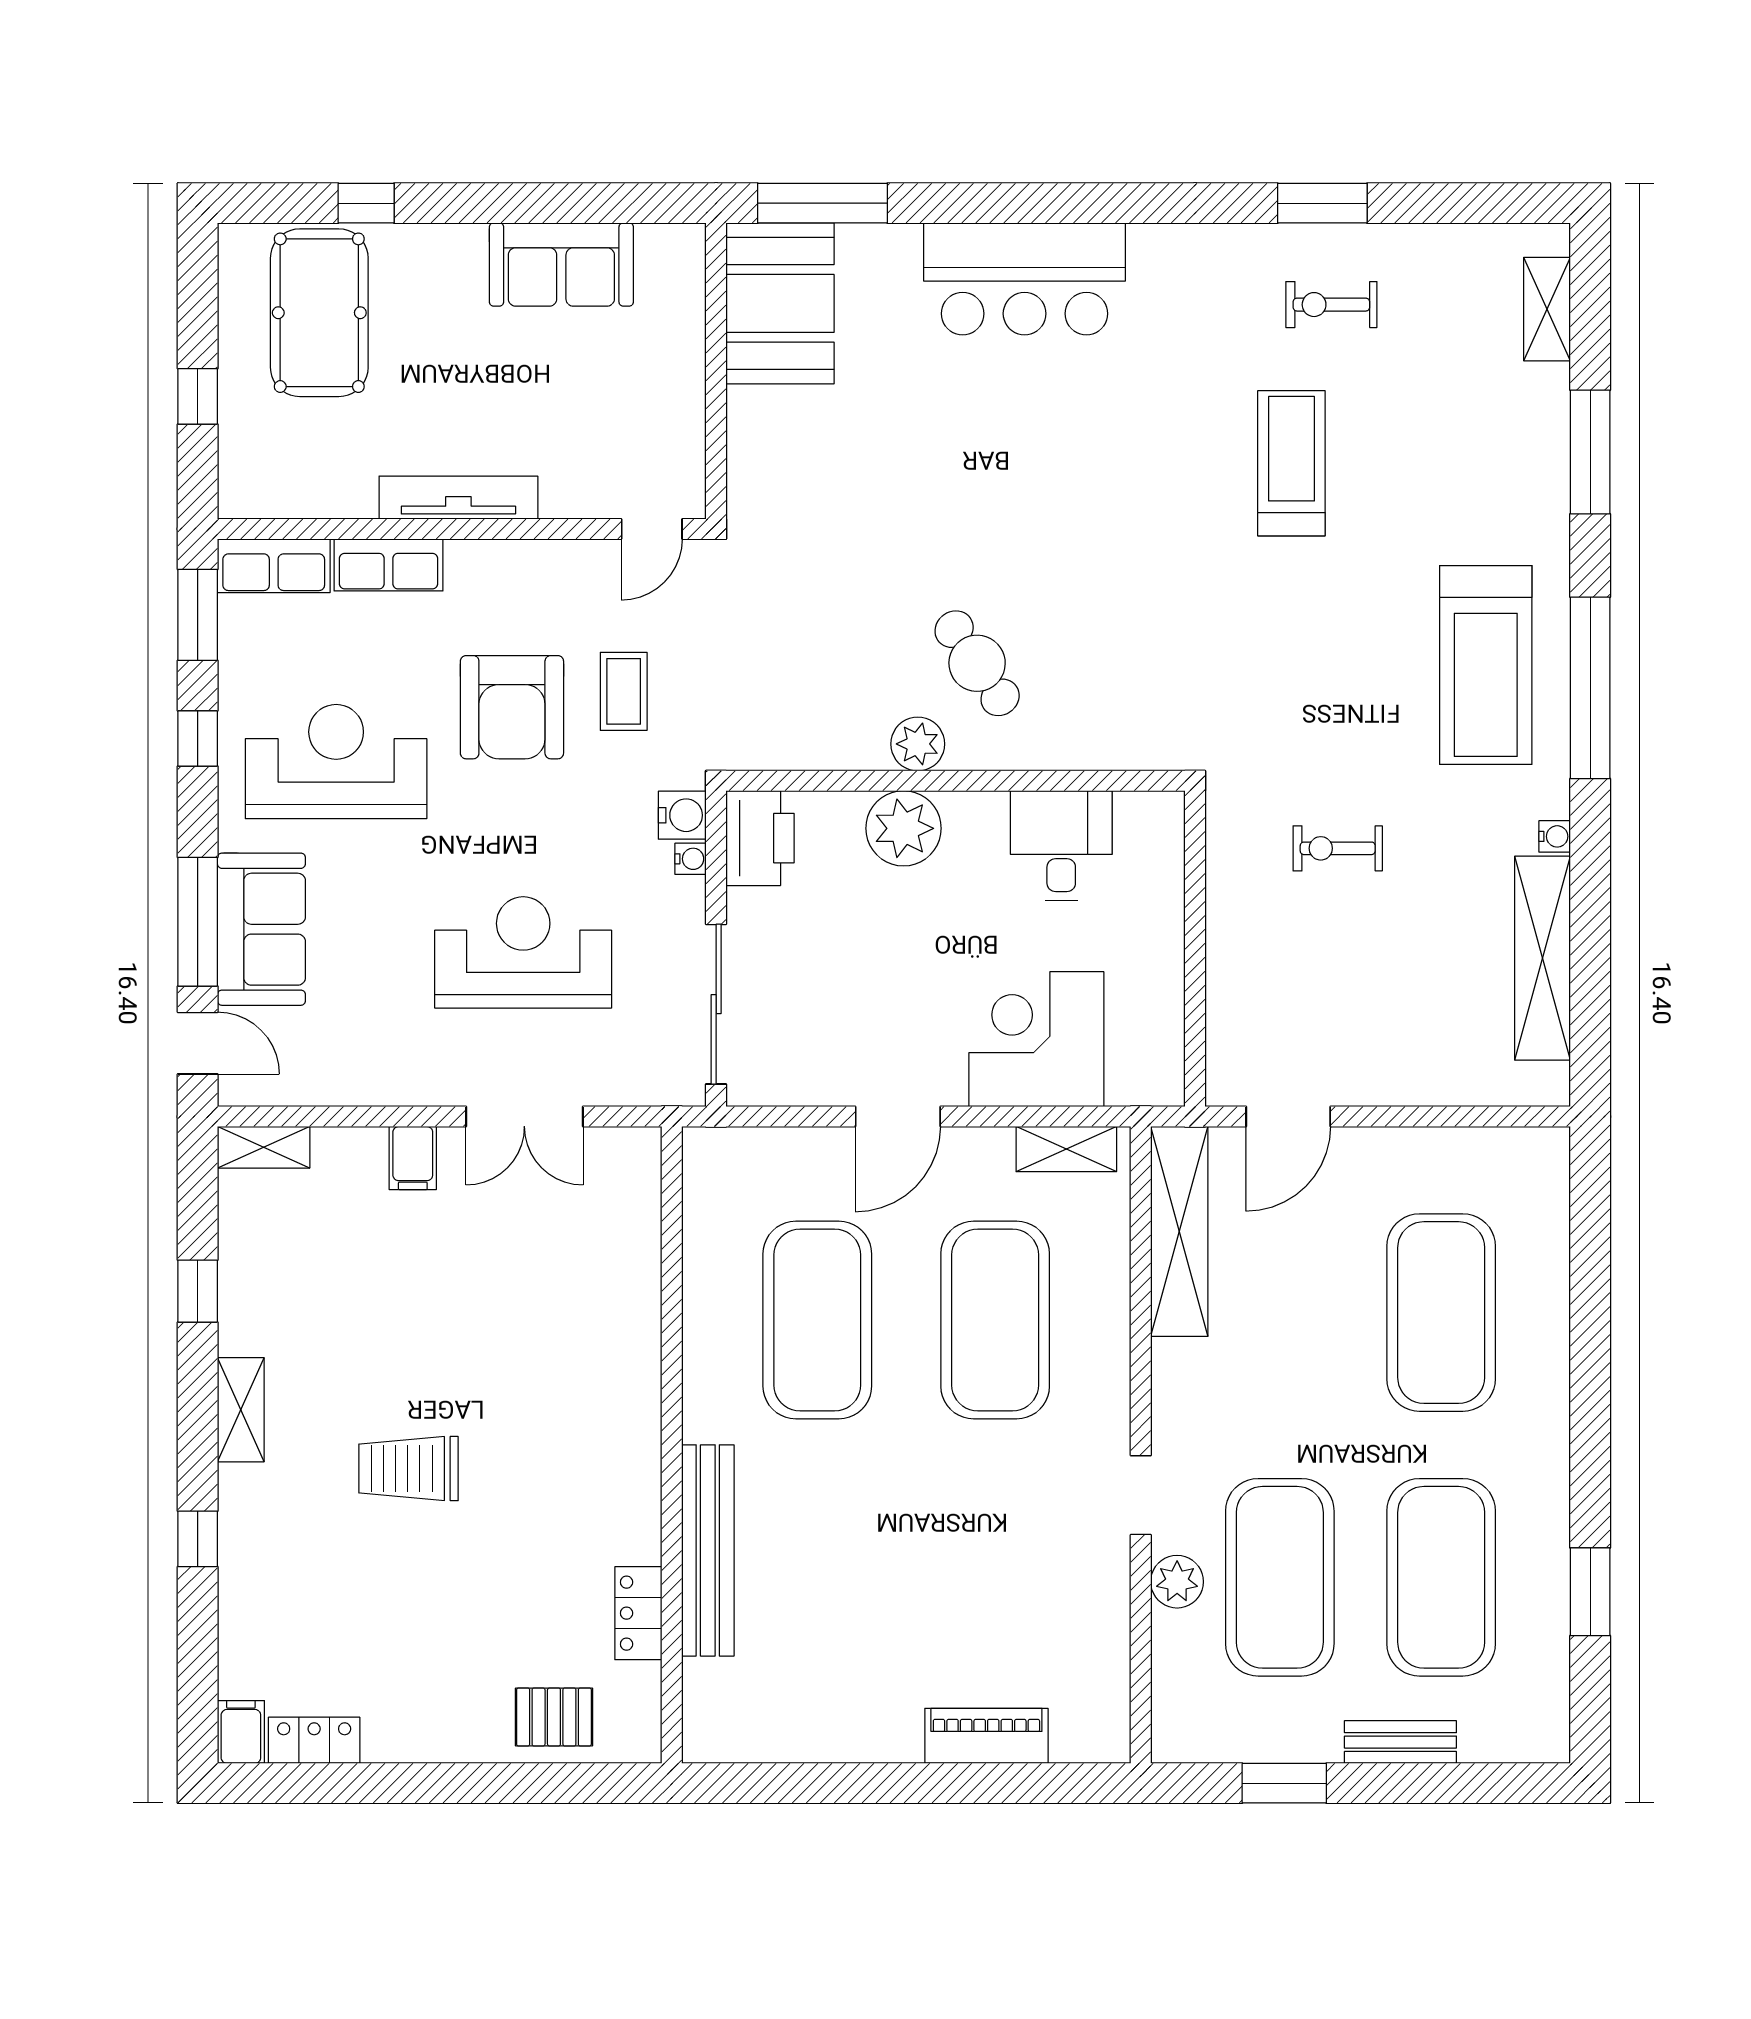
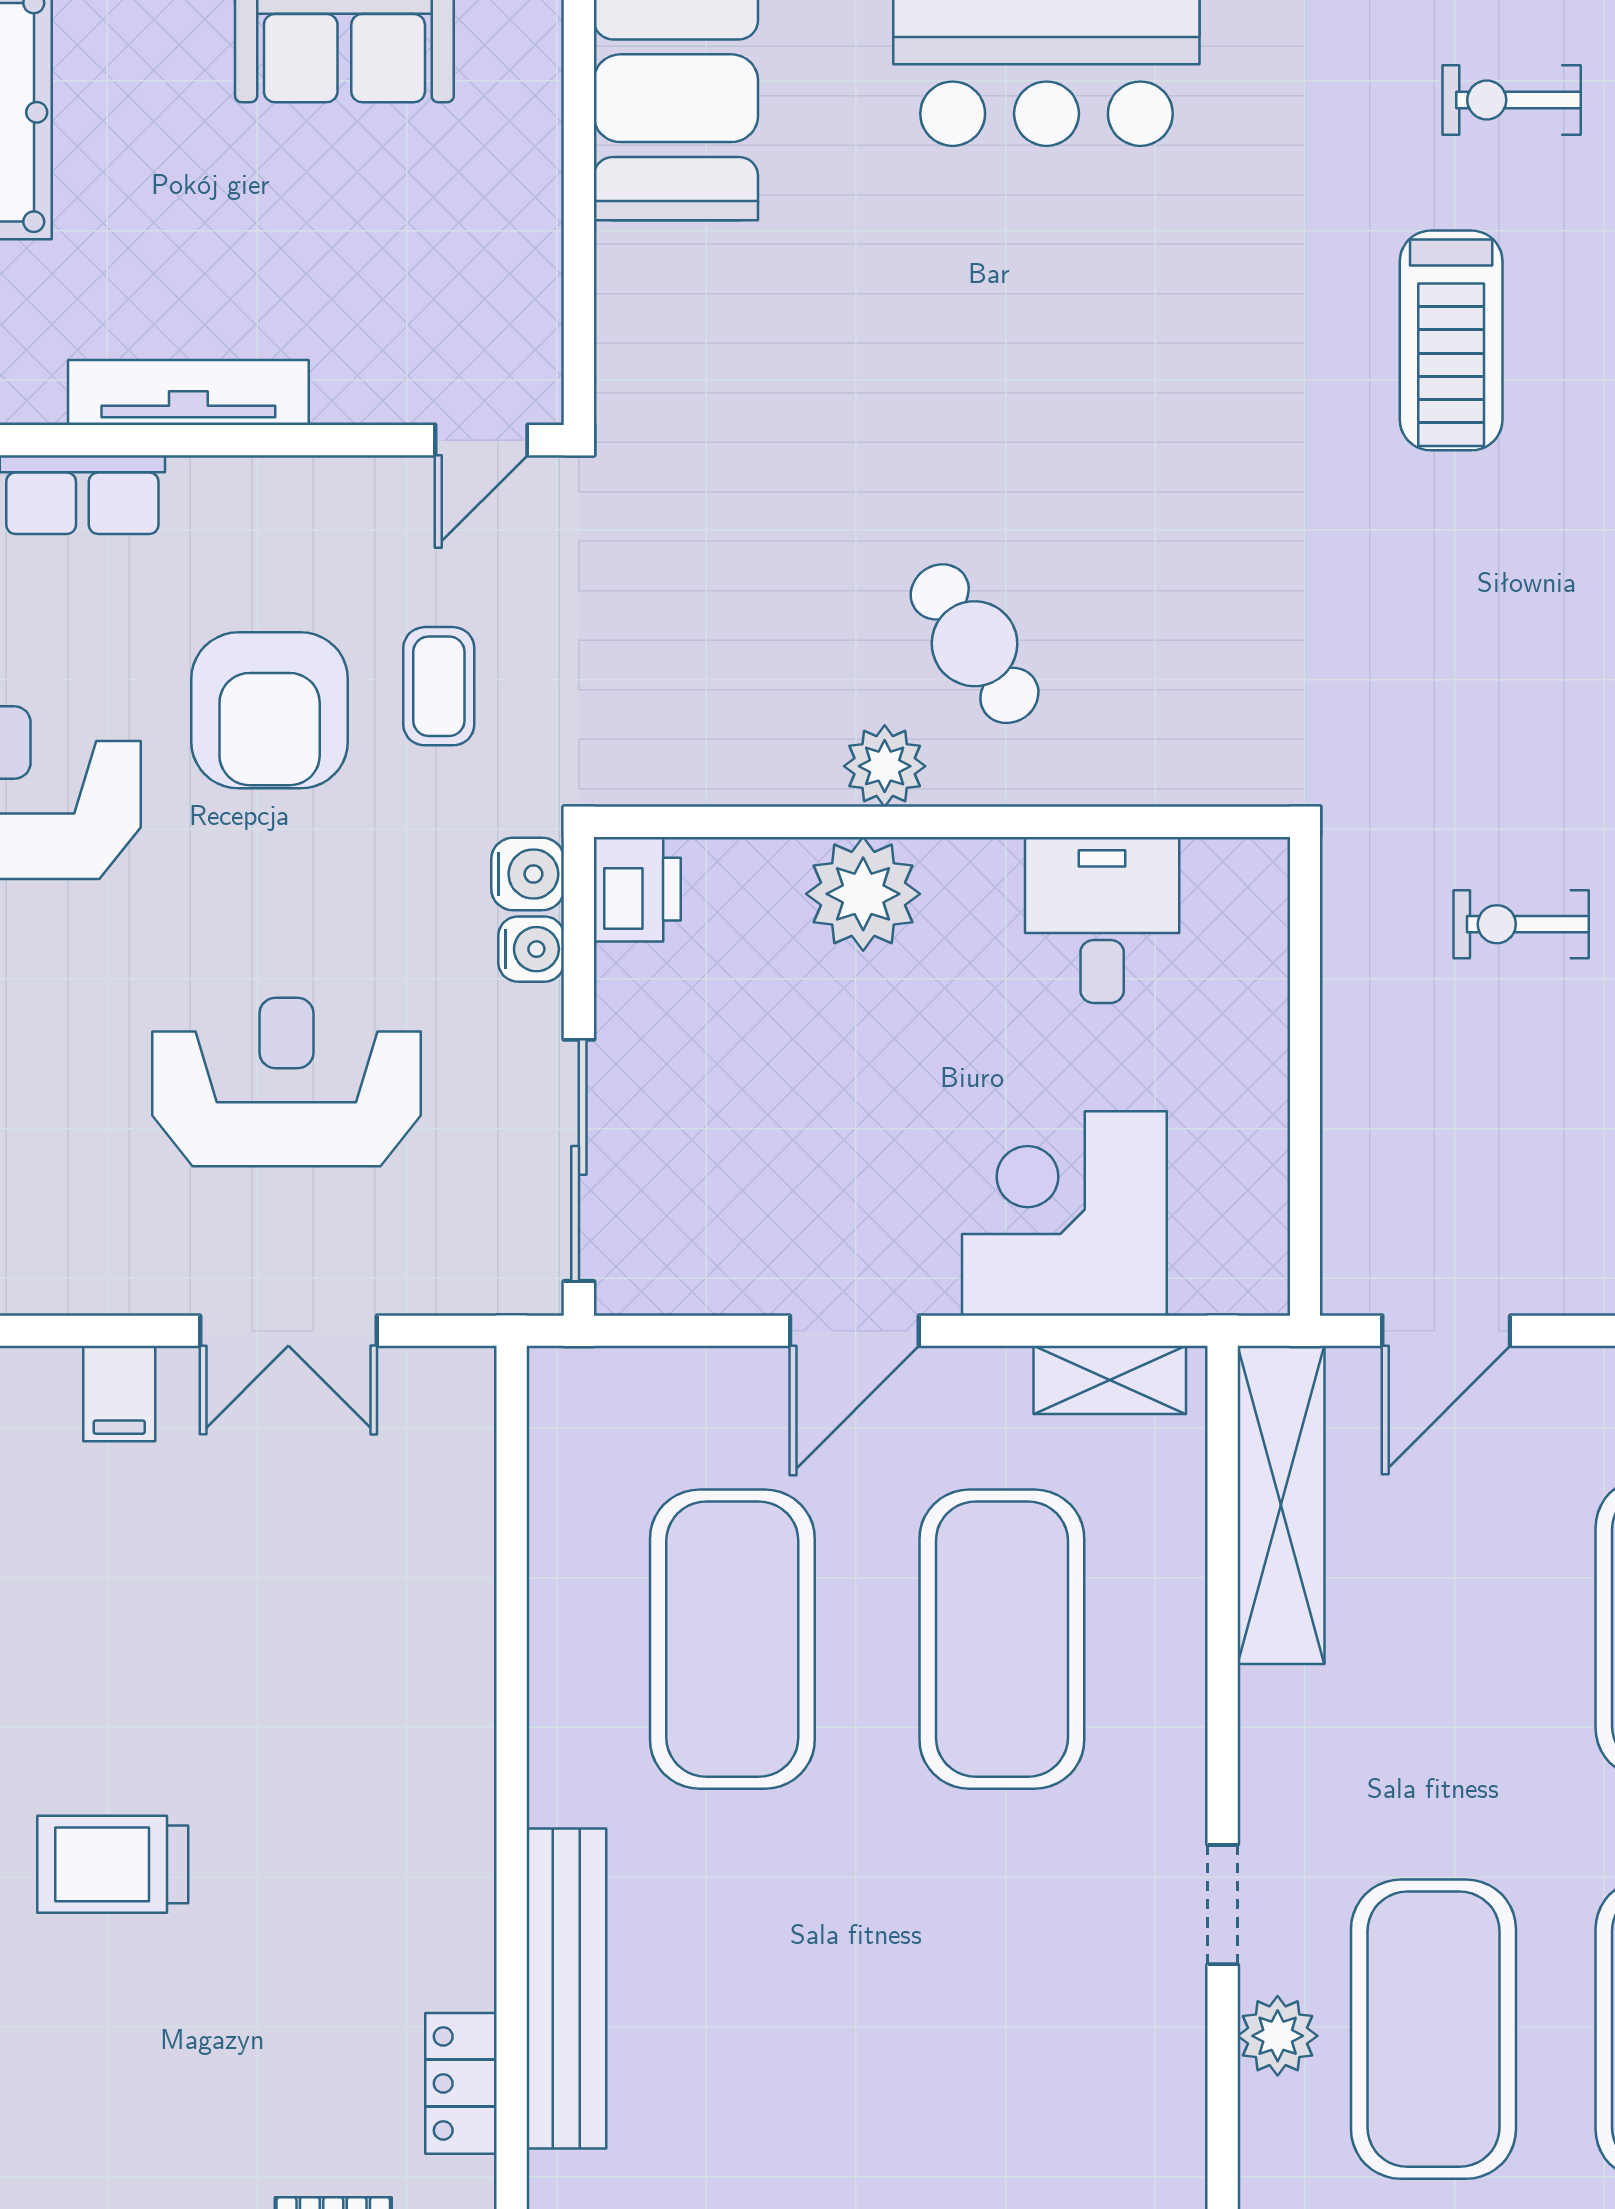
treadmill: (1291, 463) -> (1451, 340), turned 180
printer: (760, 838) -> (637, 889), width x0.73, depth x0.84
water cooler: (691, 859) -> (531, 949), width x1.38, depth x1.38

